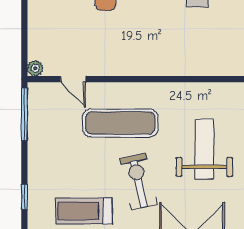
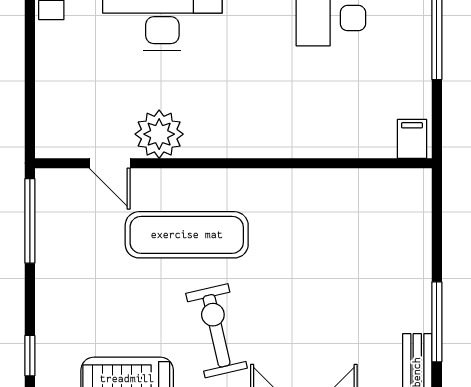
plant: (35, 68) -> (159, 134), moved, width x1.87, depth x1.87
weight bench: (204, 149) -> (324, 277), removed

